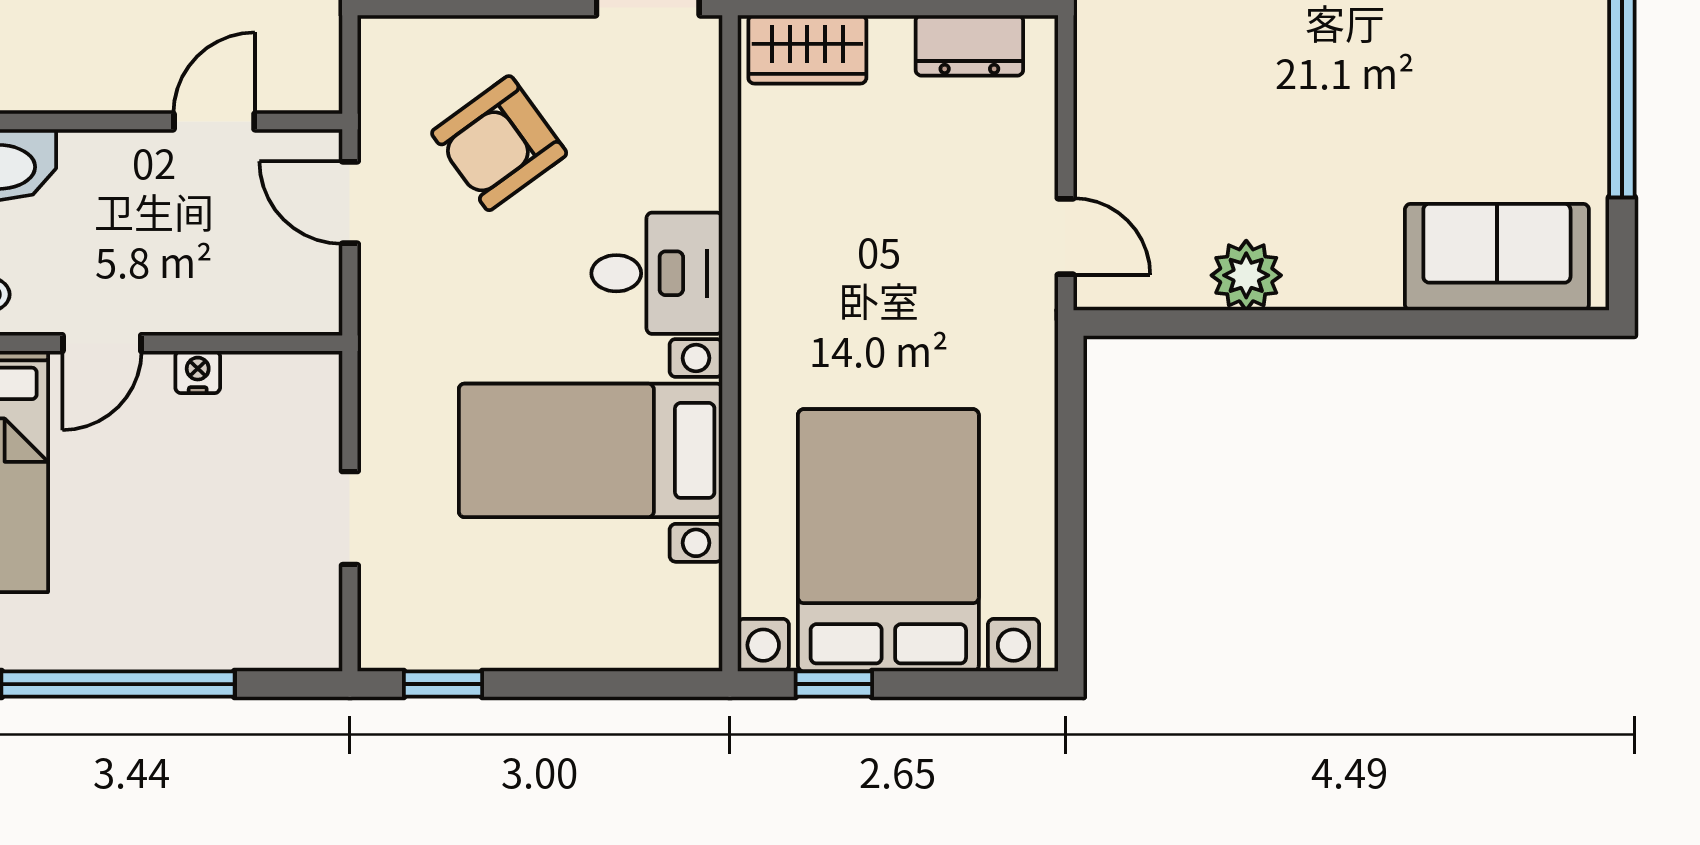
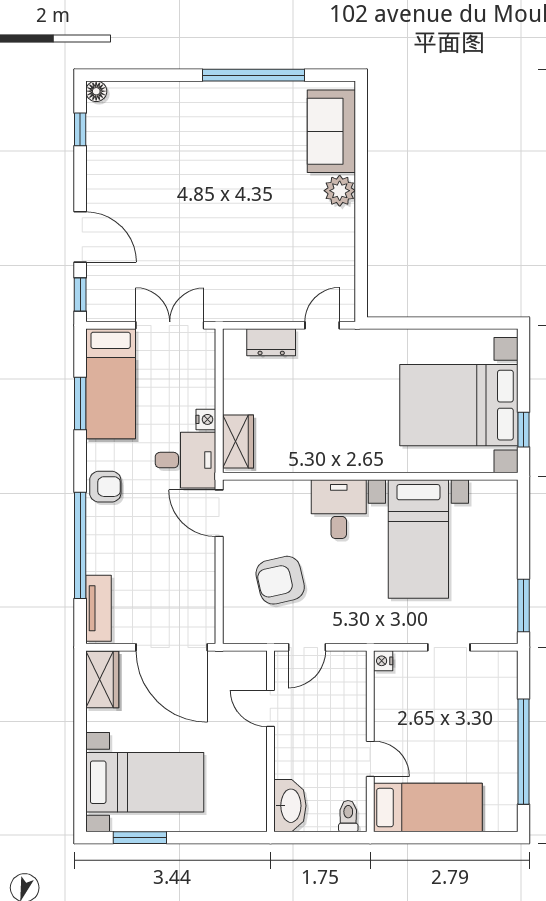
dresser: (969, 45) -> (271, 342), moved, turned 90
armchair: (499, 143) -> (280, 580), turned 113
plant: (1246, 275) -> (340, 191), moved
nightstand: (198, 372) -> (383, 661), moved
window: (443, 684) -> (523, 605), width x1.50

